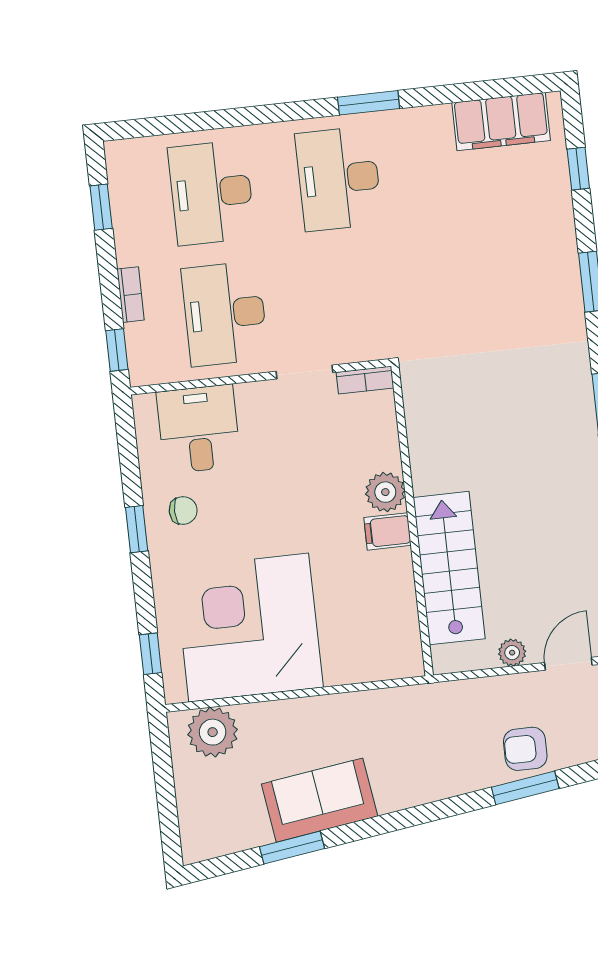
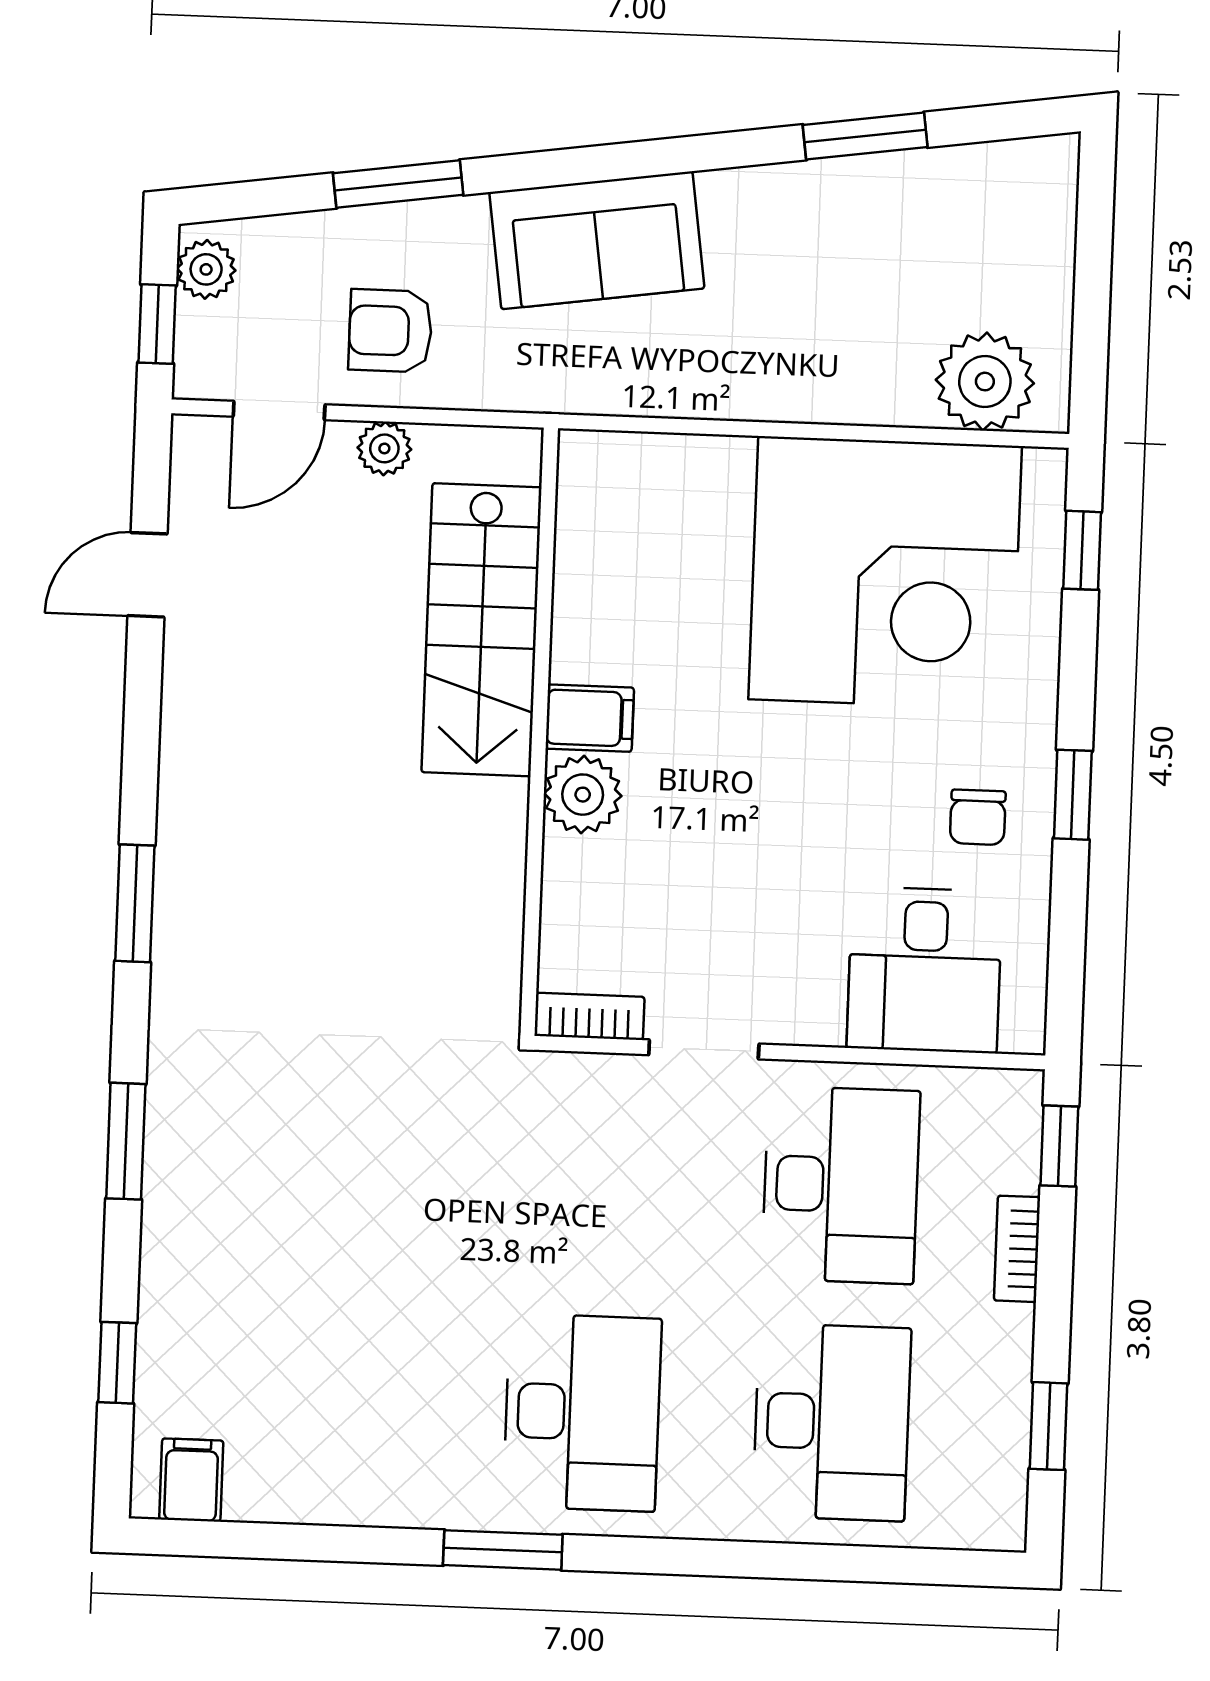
filing cabinet: (501, 122) -> (191, 1480), width x0.33, depth x0.86
chair: (183, 511) -> (978, 817), turned -90
armchair: (525, 749) -> (390, 331), moved, turned 180
sofa: (320, 800) -> (597, 240), moved

